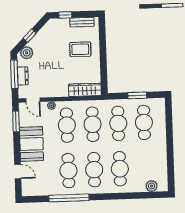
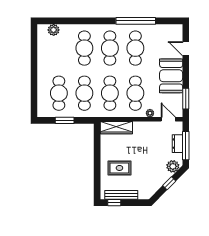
window: (65, 15) -> (114, 203), moved
bench: (82, 22) -> (121, 195), width x1.36

